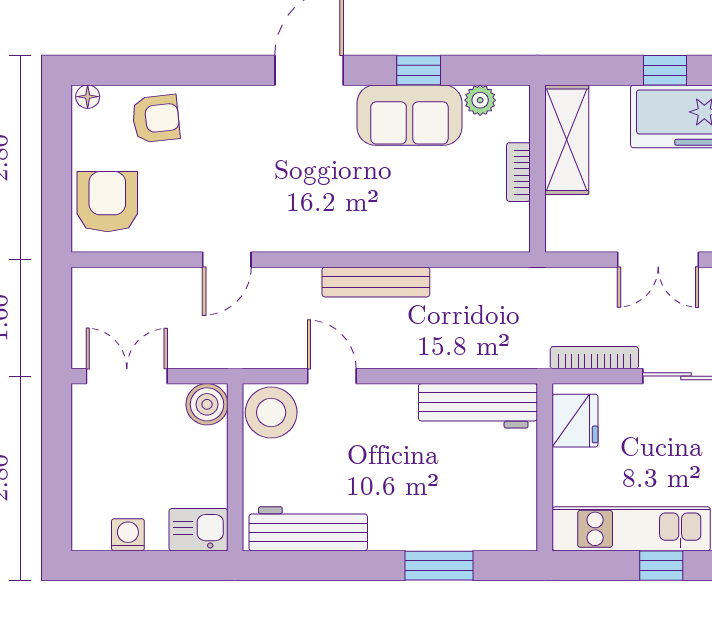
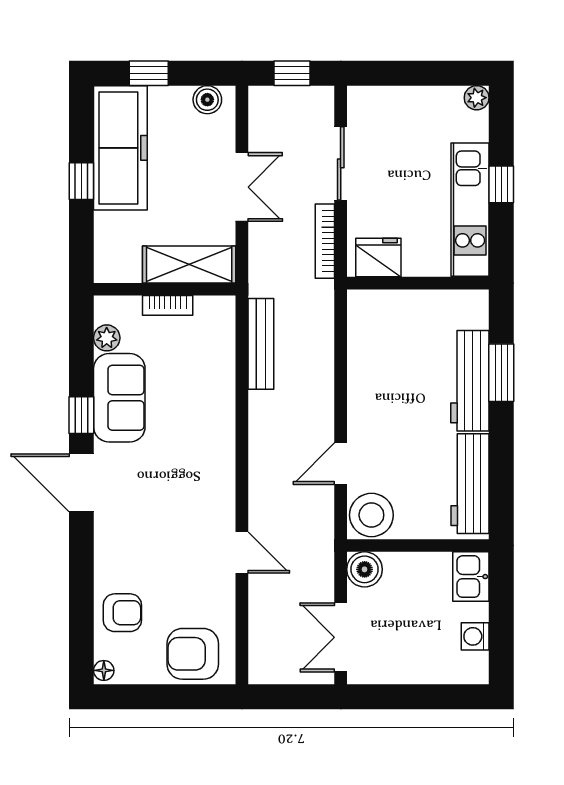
window: (419, 70) -> (81, 415), moved
armchair: (156, 119) -> (122, 613), turned 96
shelving: (567, 140) -> (189, 264), moved
bench: (376, 282) -> (261, 344), moved
workbench: (478, 406) -> (470, 381), moved, turned 180

